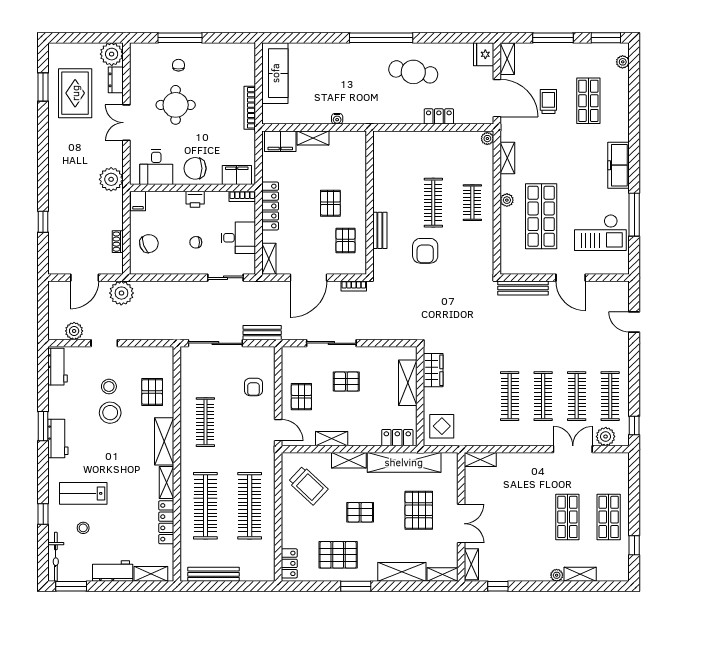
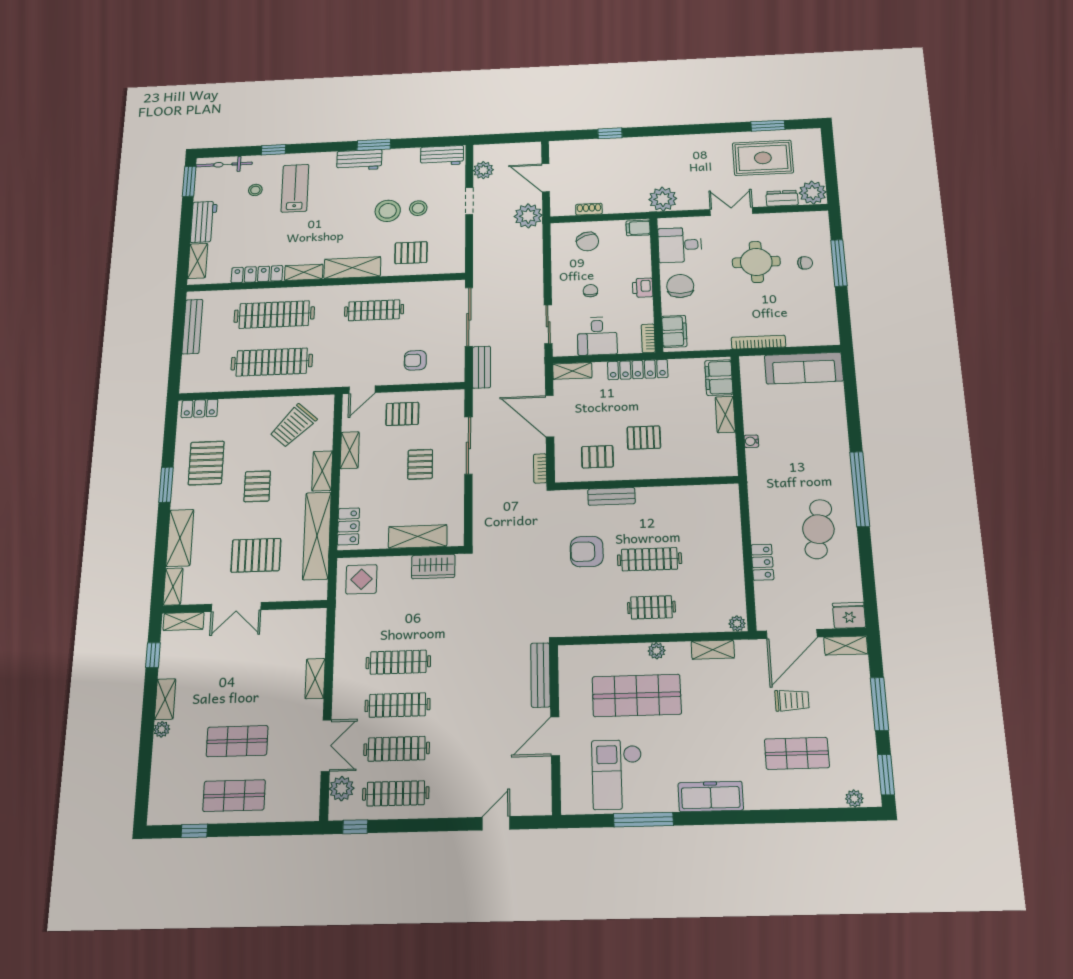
shelving: (480, 460) -> (315, 679), moved
shelving: (580, 574) -> (165, 699), moved

